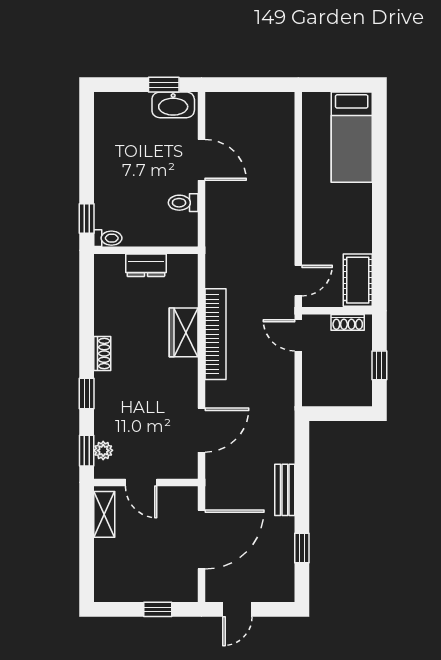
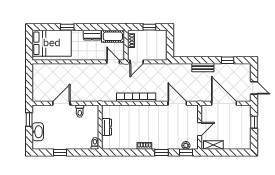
washbasin: (173, 105) -> (38, 132), moved
bed: (352, 137) -> (52, 43), width x1.50
window: (379, 174) -> (67, 27), added
window: (87, 219) -> (60, 153), moved
dresser: (360, 231) -> (92, 35), added
wardrobe: (184, 332) -> (135, 111), removed

